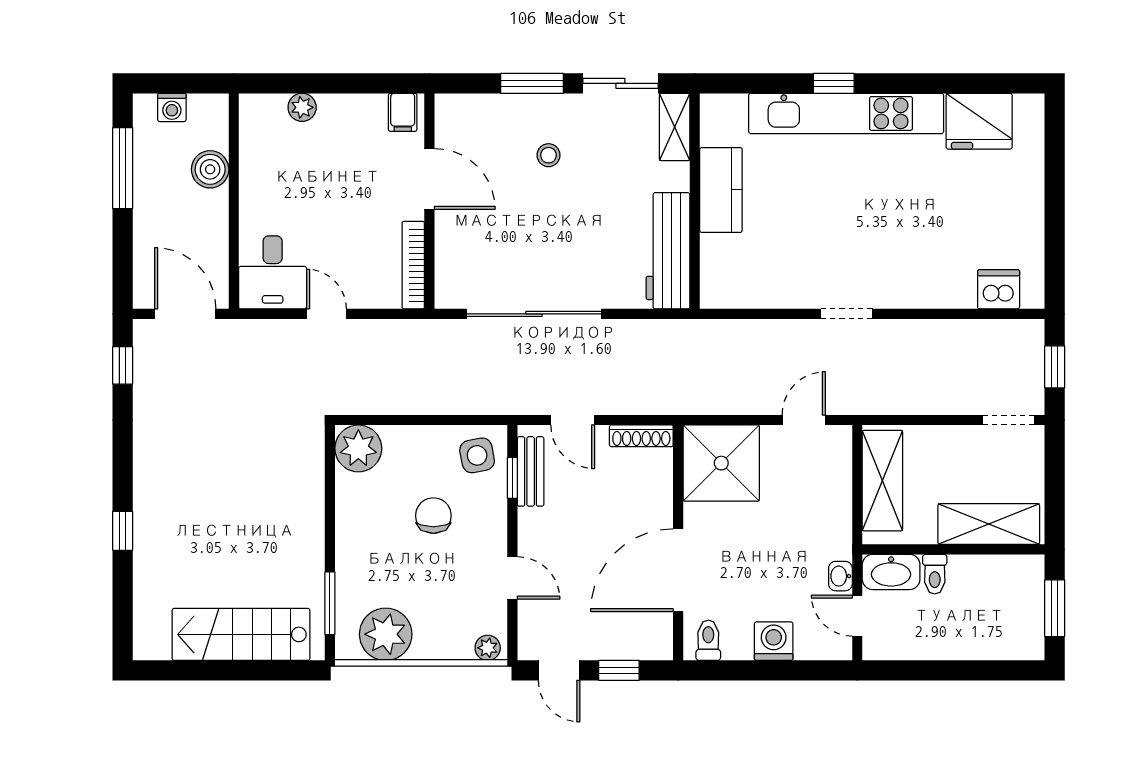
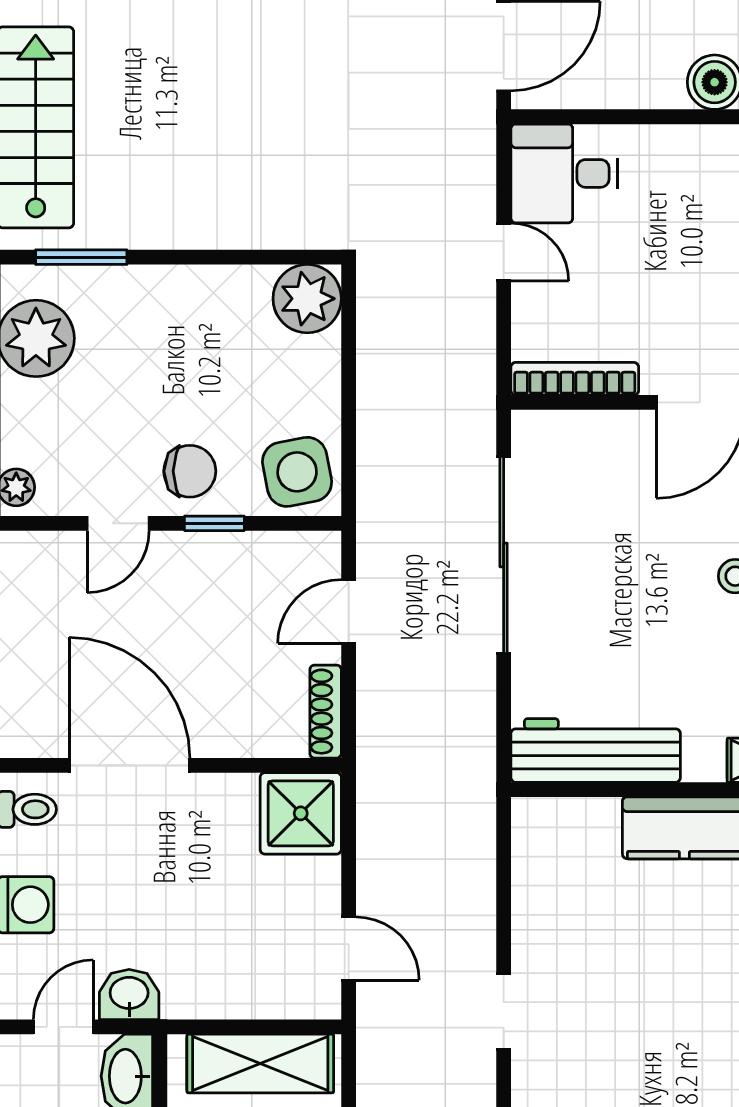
door: (326, 314) -> (504, 252), hinge flipped
side table: (477, 455) -> (297, 472), width x1.37, depth x1.37
shower: (721, 463) -> (301, 813), width x0.73, depth x0.73
bench: (531, 471) -> (274, 550), removed
window: (512, 478) -> (214, 523), moved
chair: (433, 516) -> (190, 471), moved
washbasin: (840, 576) -> (129, 994), width x1.38, depth x1.45

